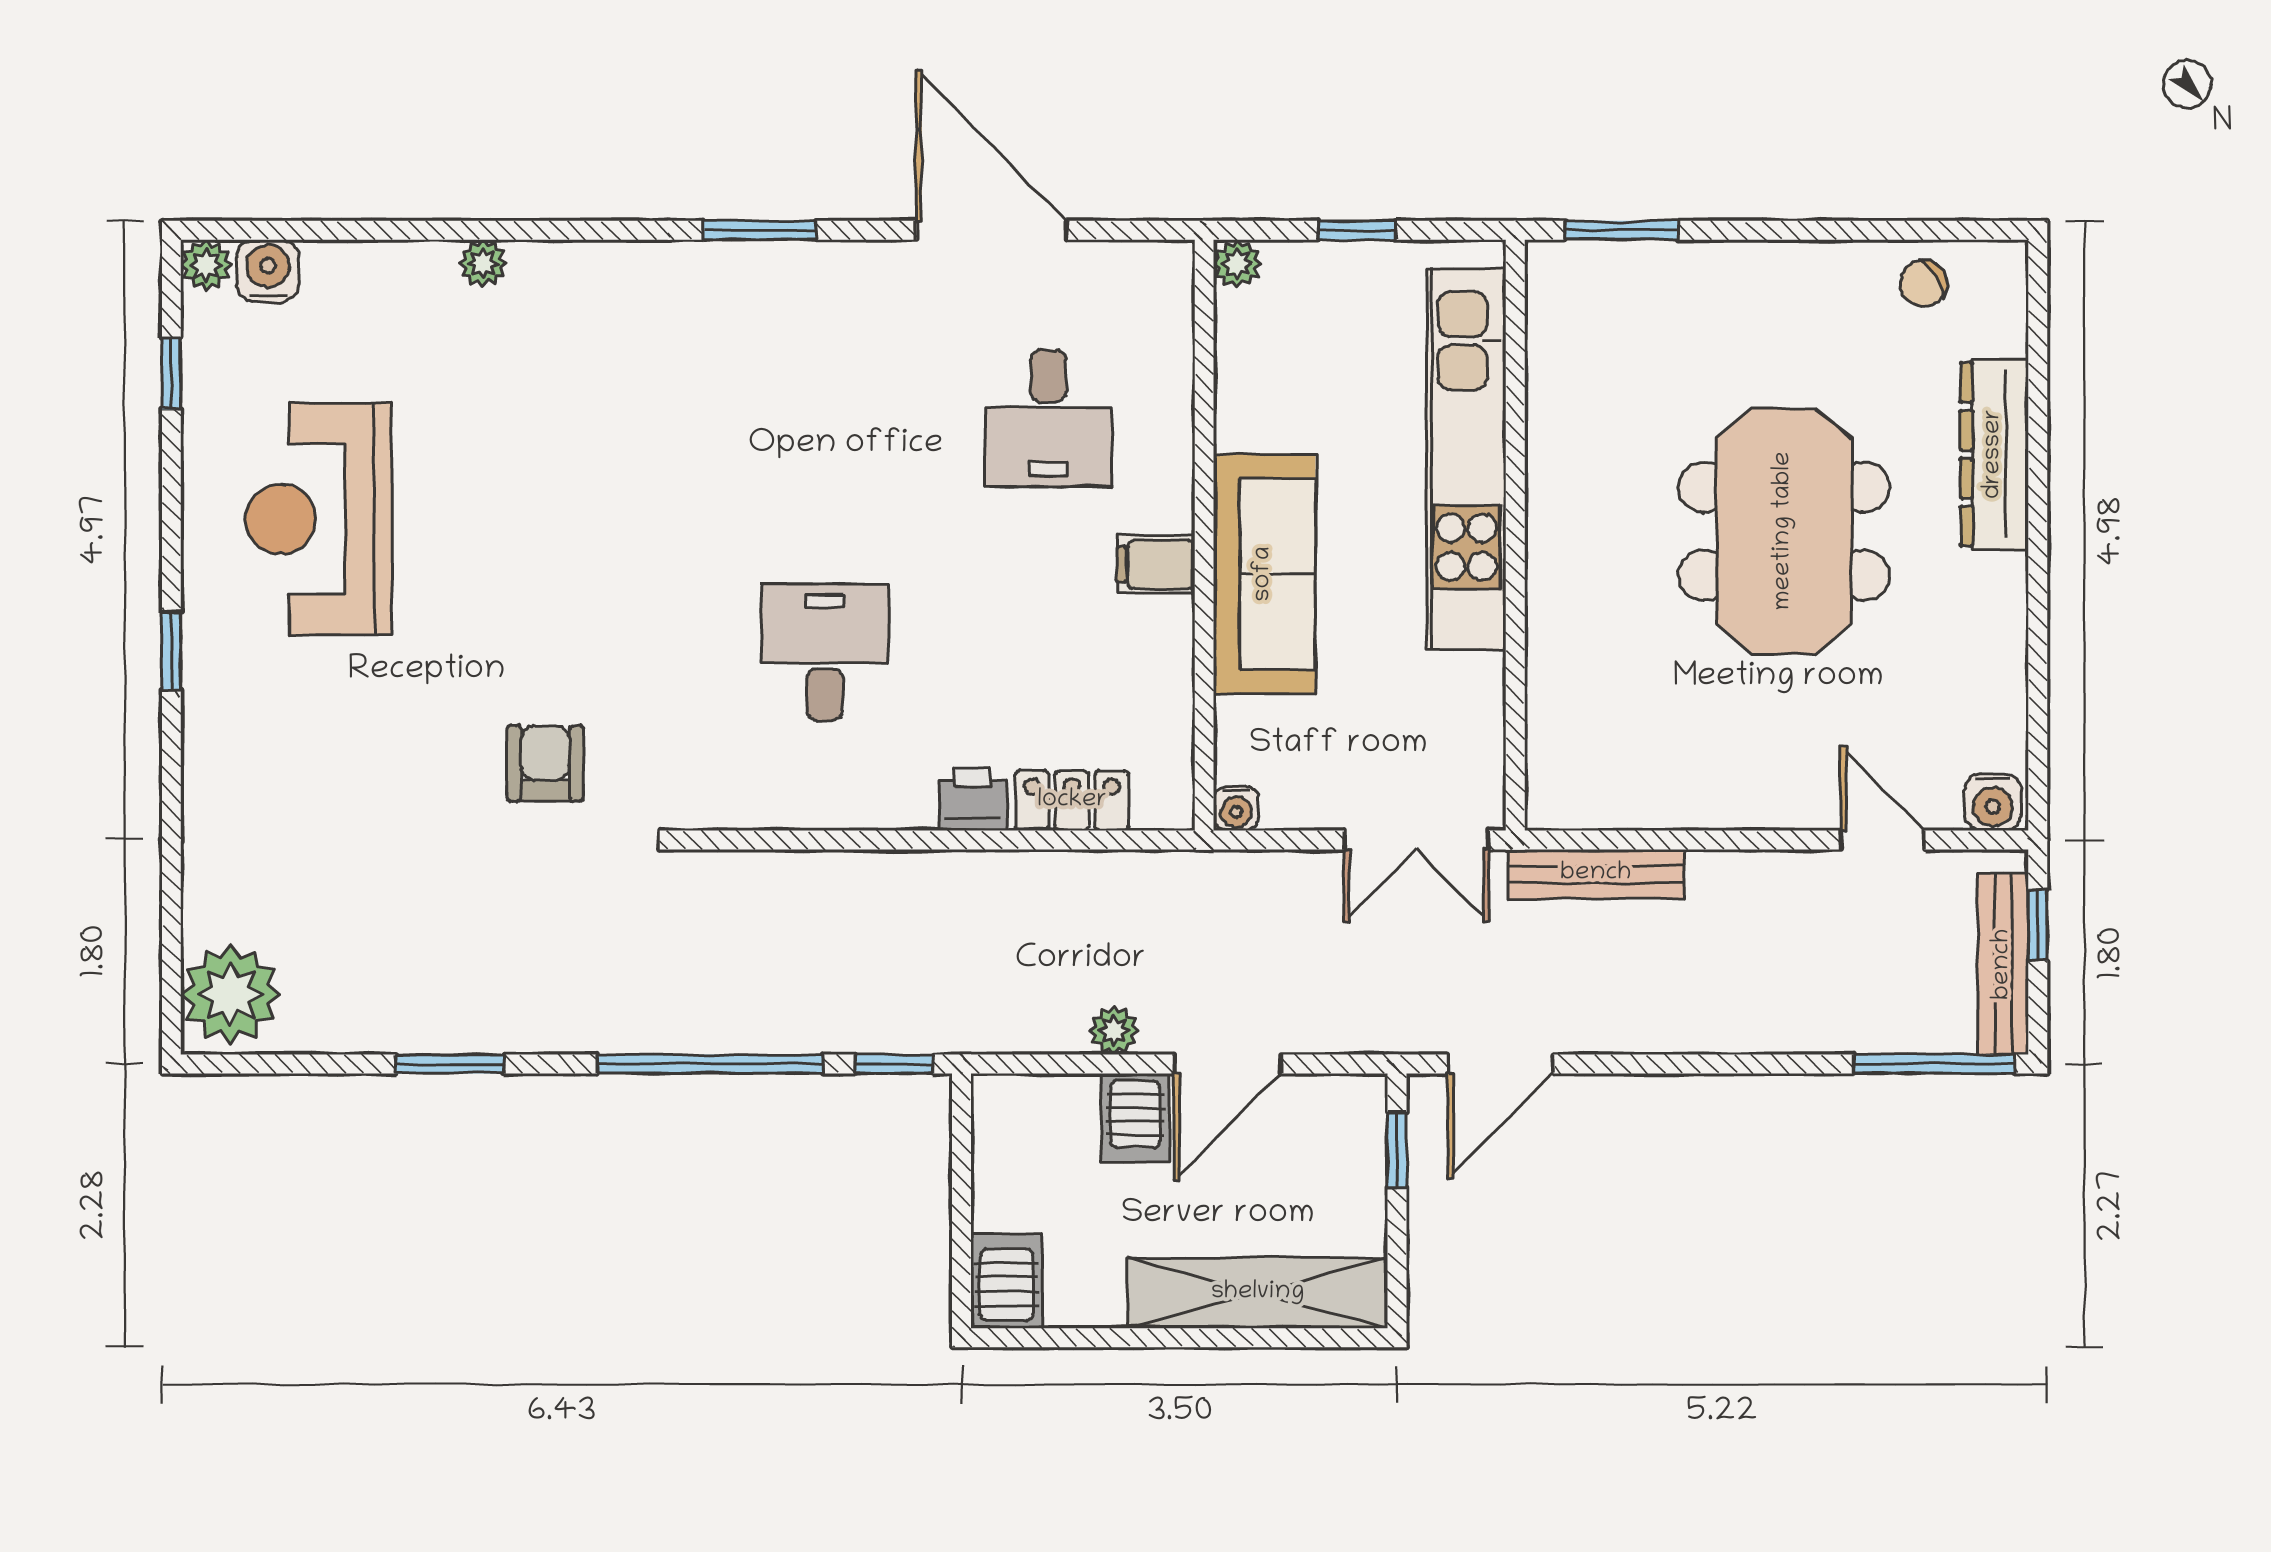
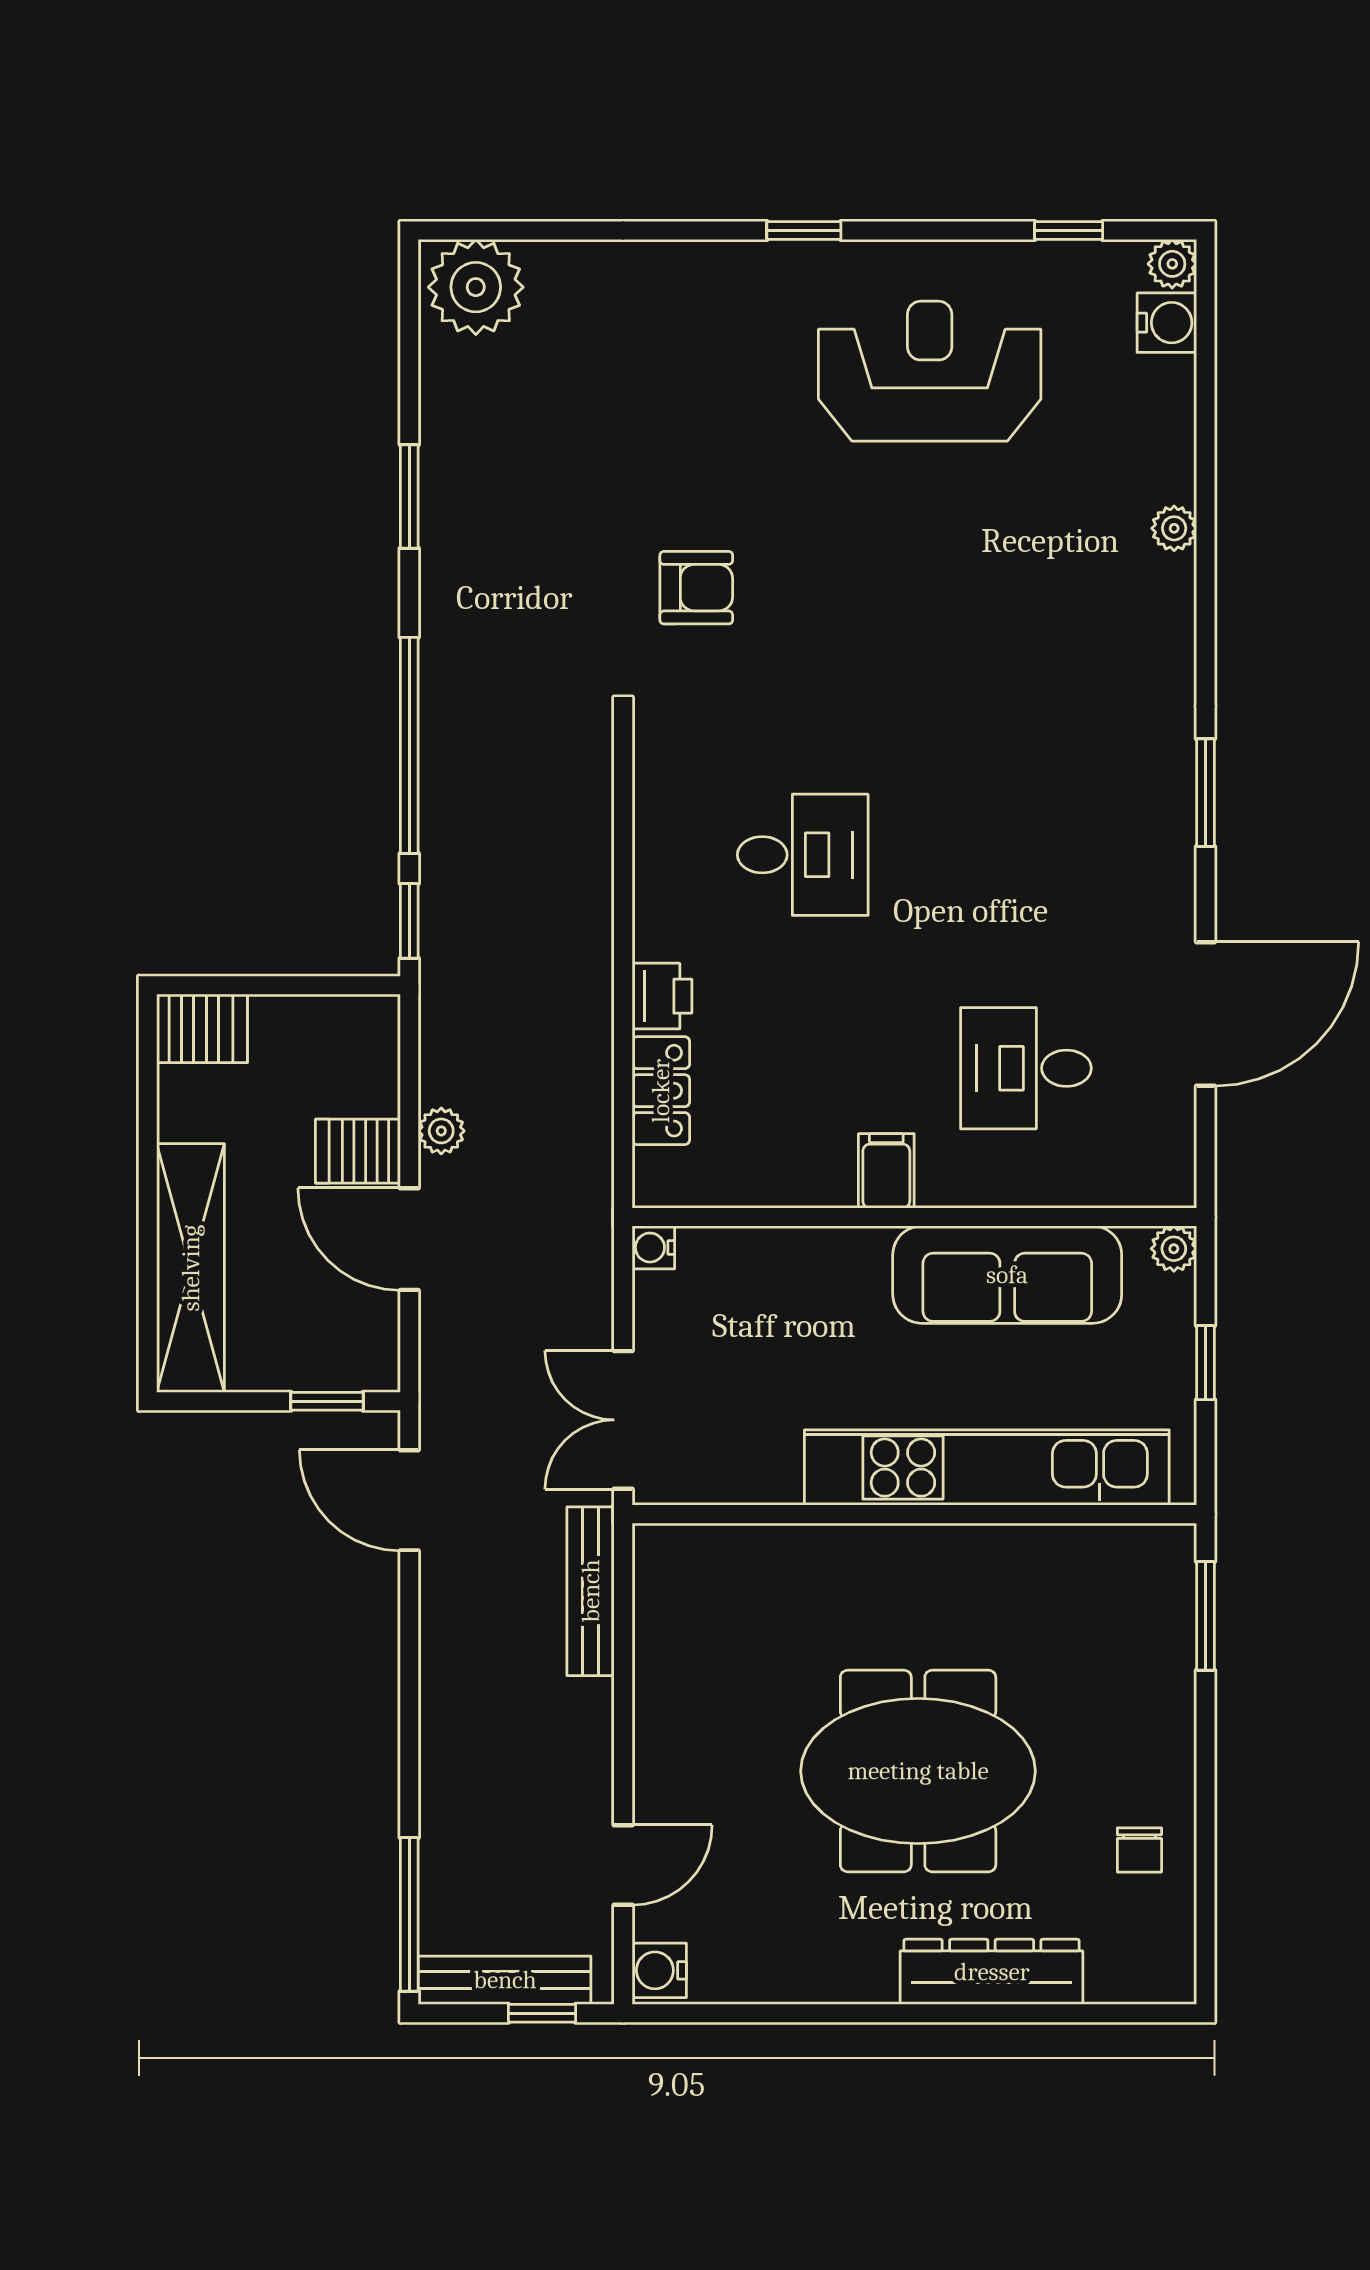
chair: (1923, 284) -> (1139, 1850), moved, turned -149
sofa: (1264, 574) -> (1007, 1275), moved

